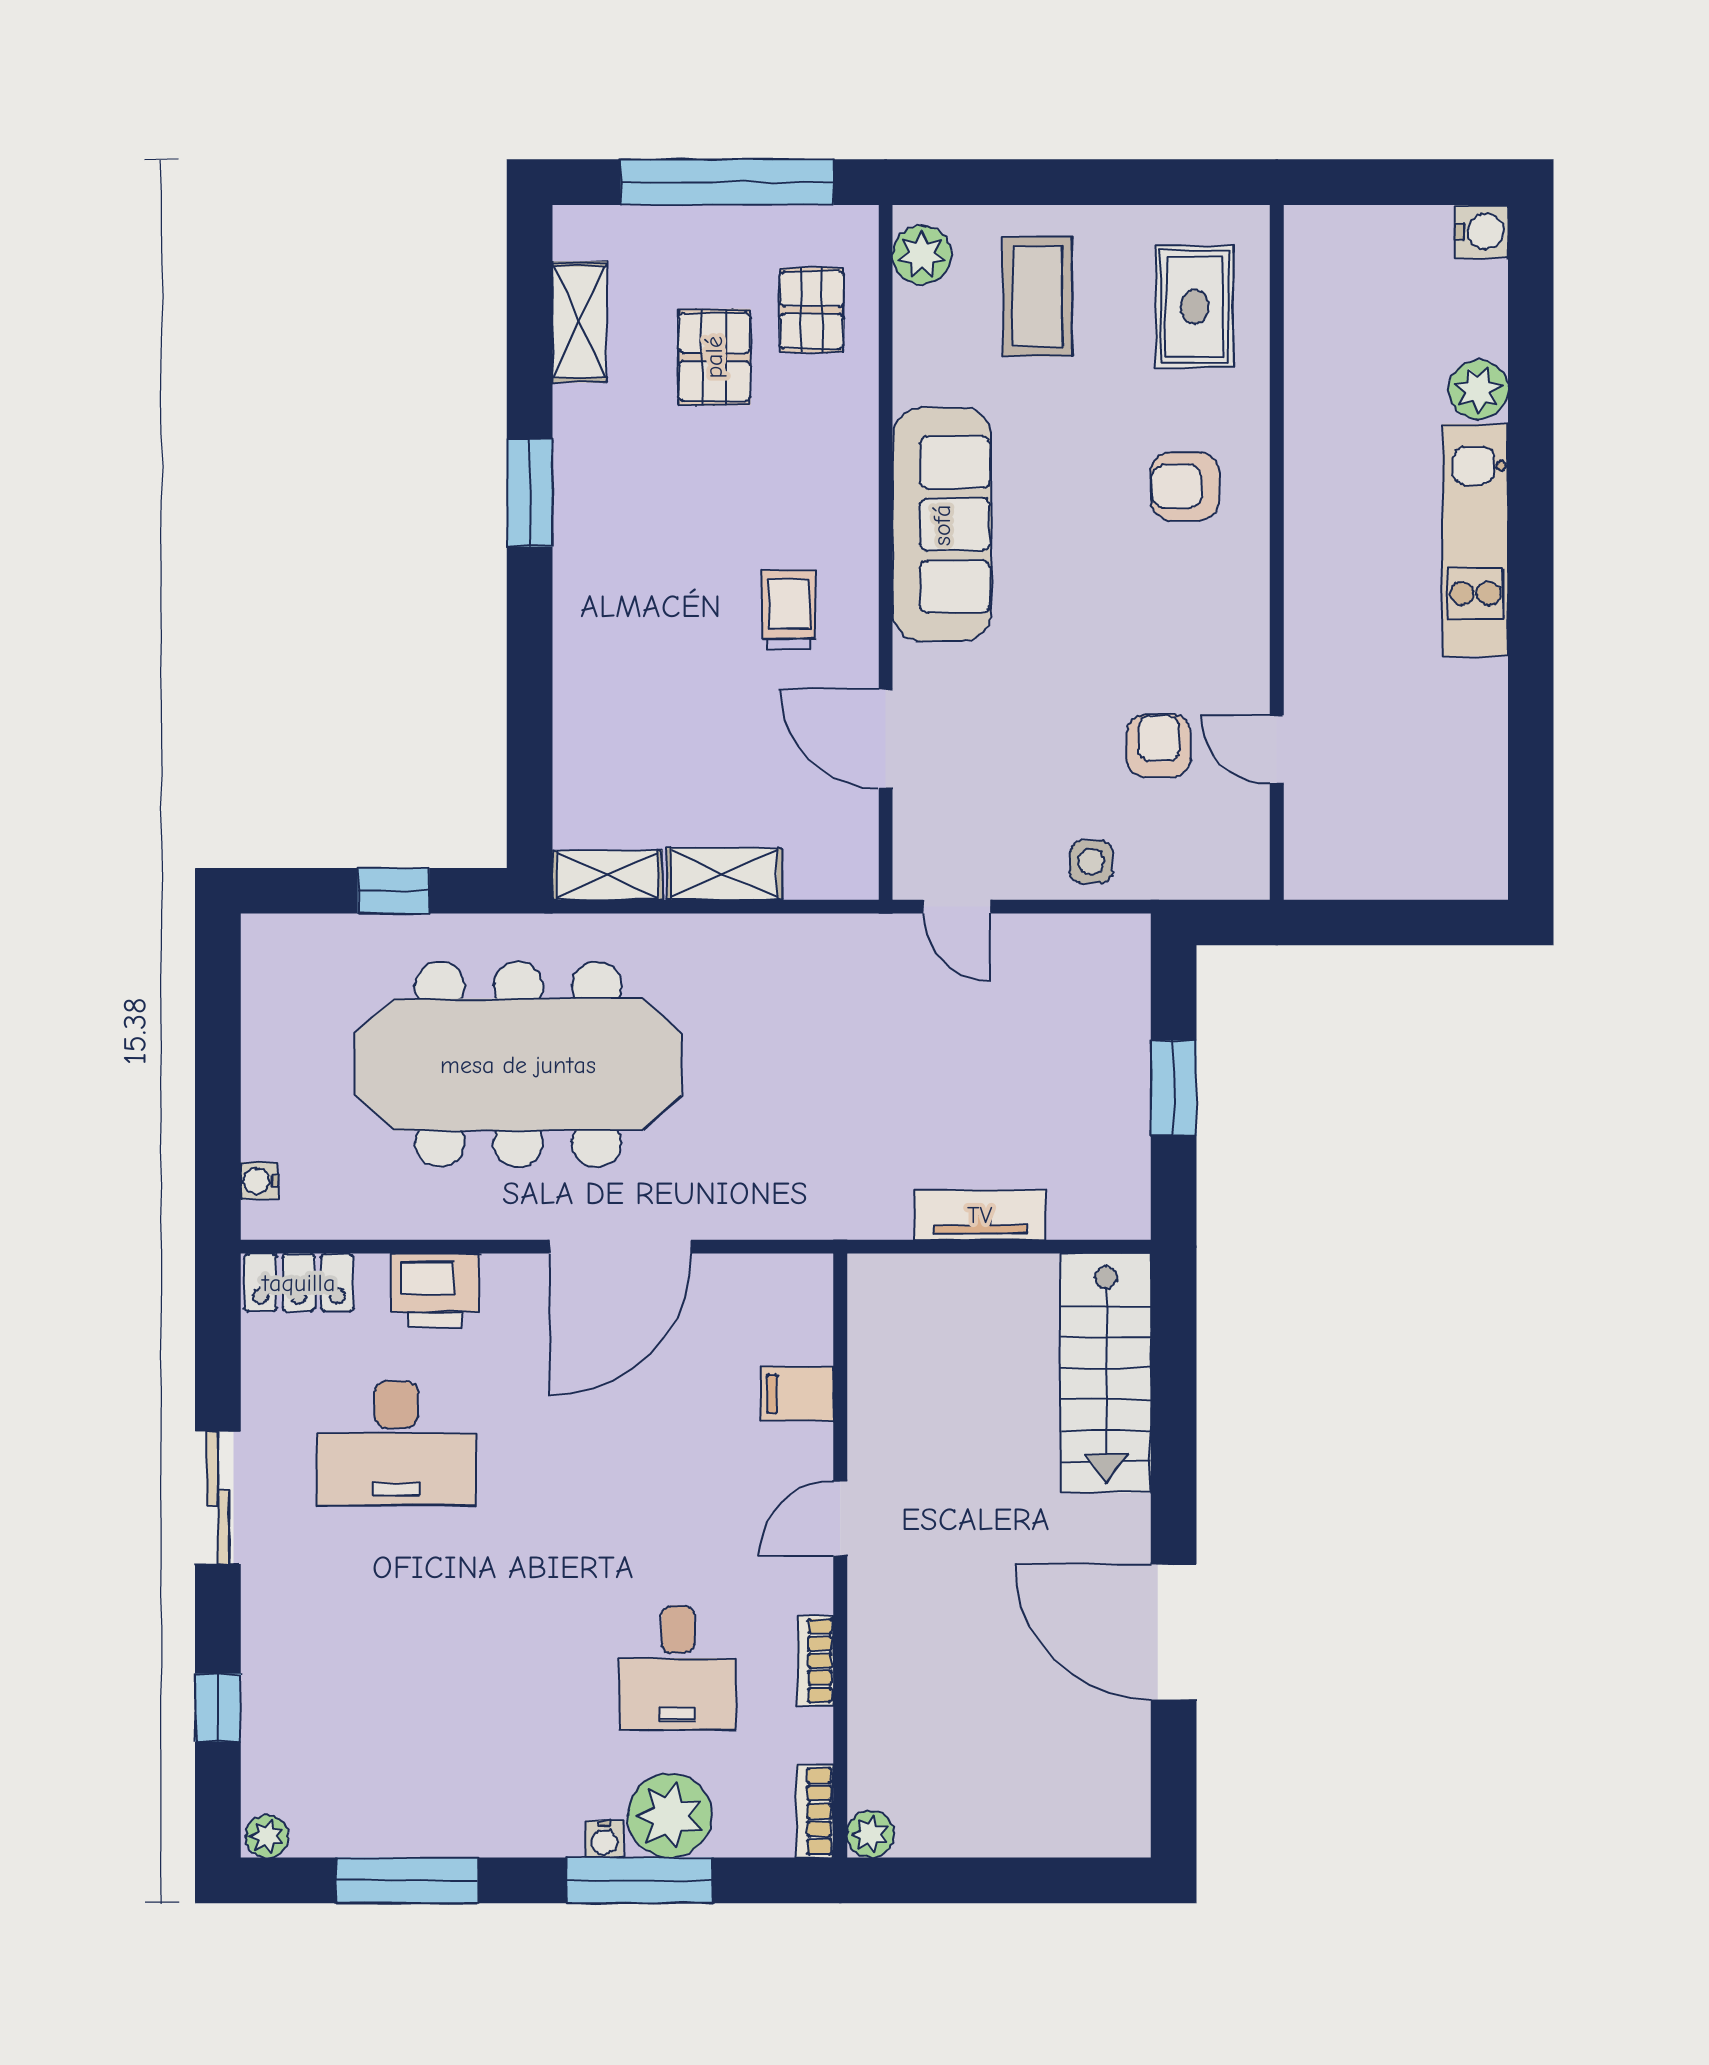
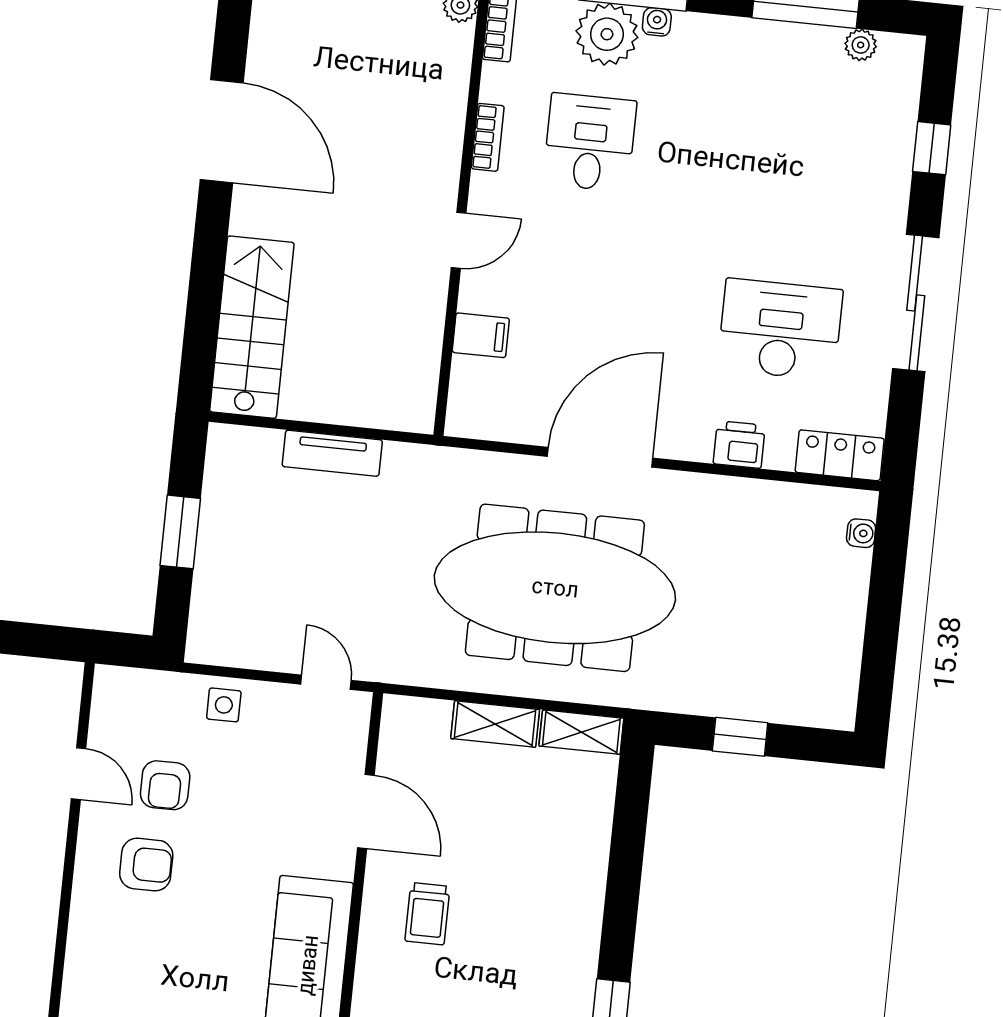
armchair: (1185, 486) -> (146, 865), moved
meeting table: (518, 1065) -> (555, 588), moved
printer: (435, 1290) -> (739, 445), width x0.73, depth x0.81
sliding door: (218, 1498) -> (916, 303), width x1.37
plant: (267, 1836) -> (861, 45), moved

